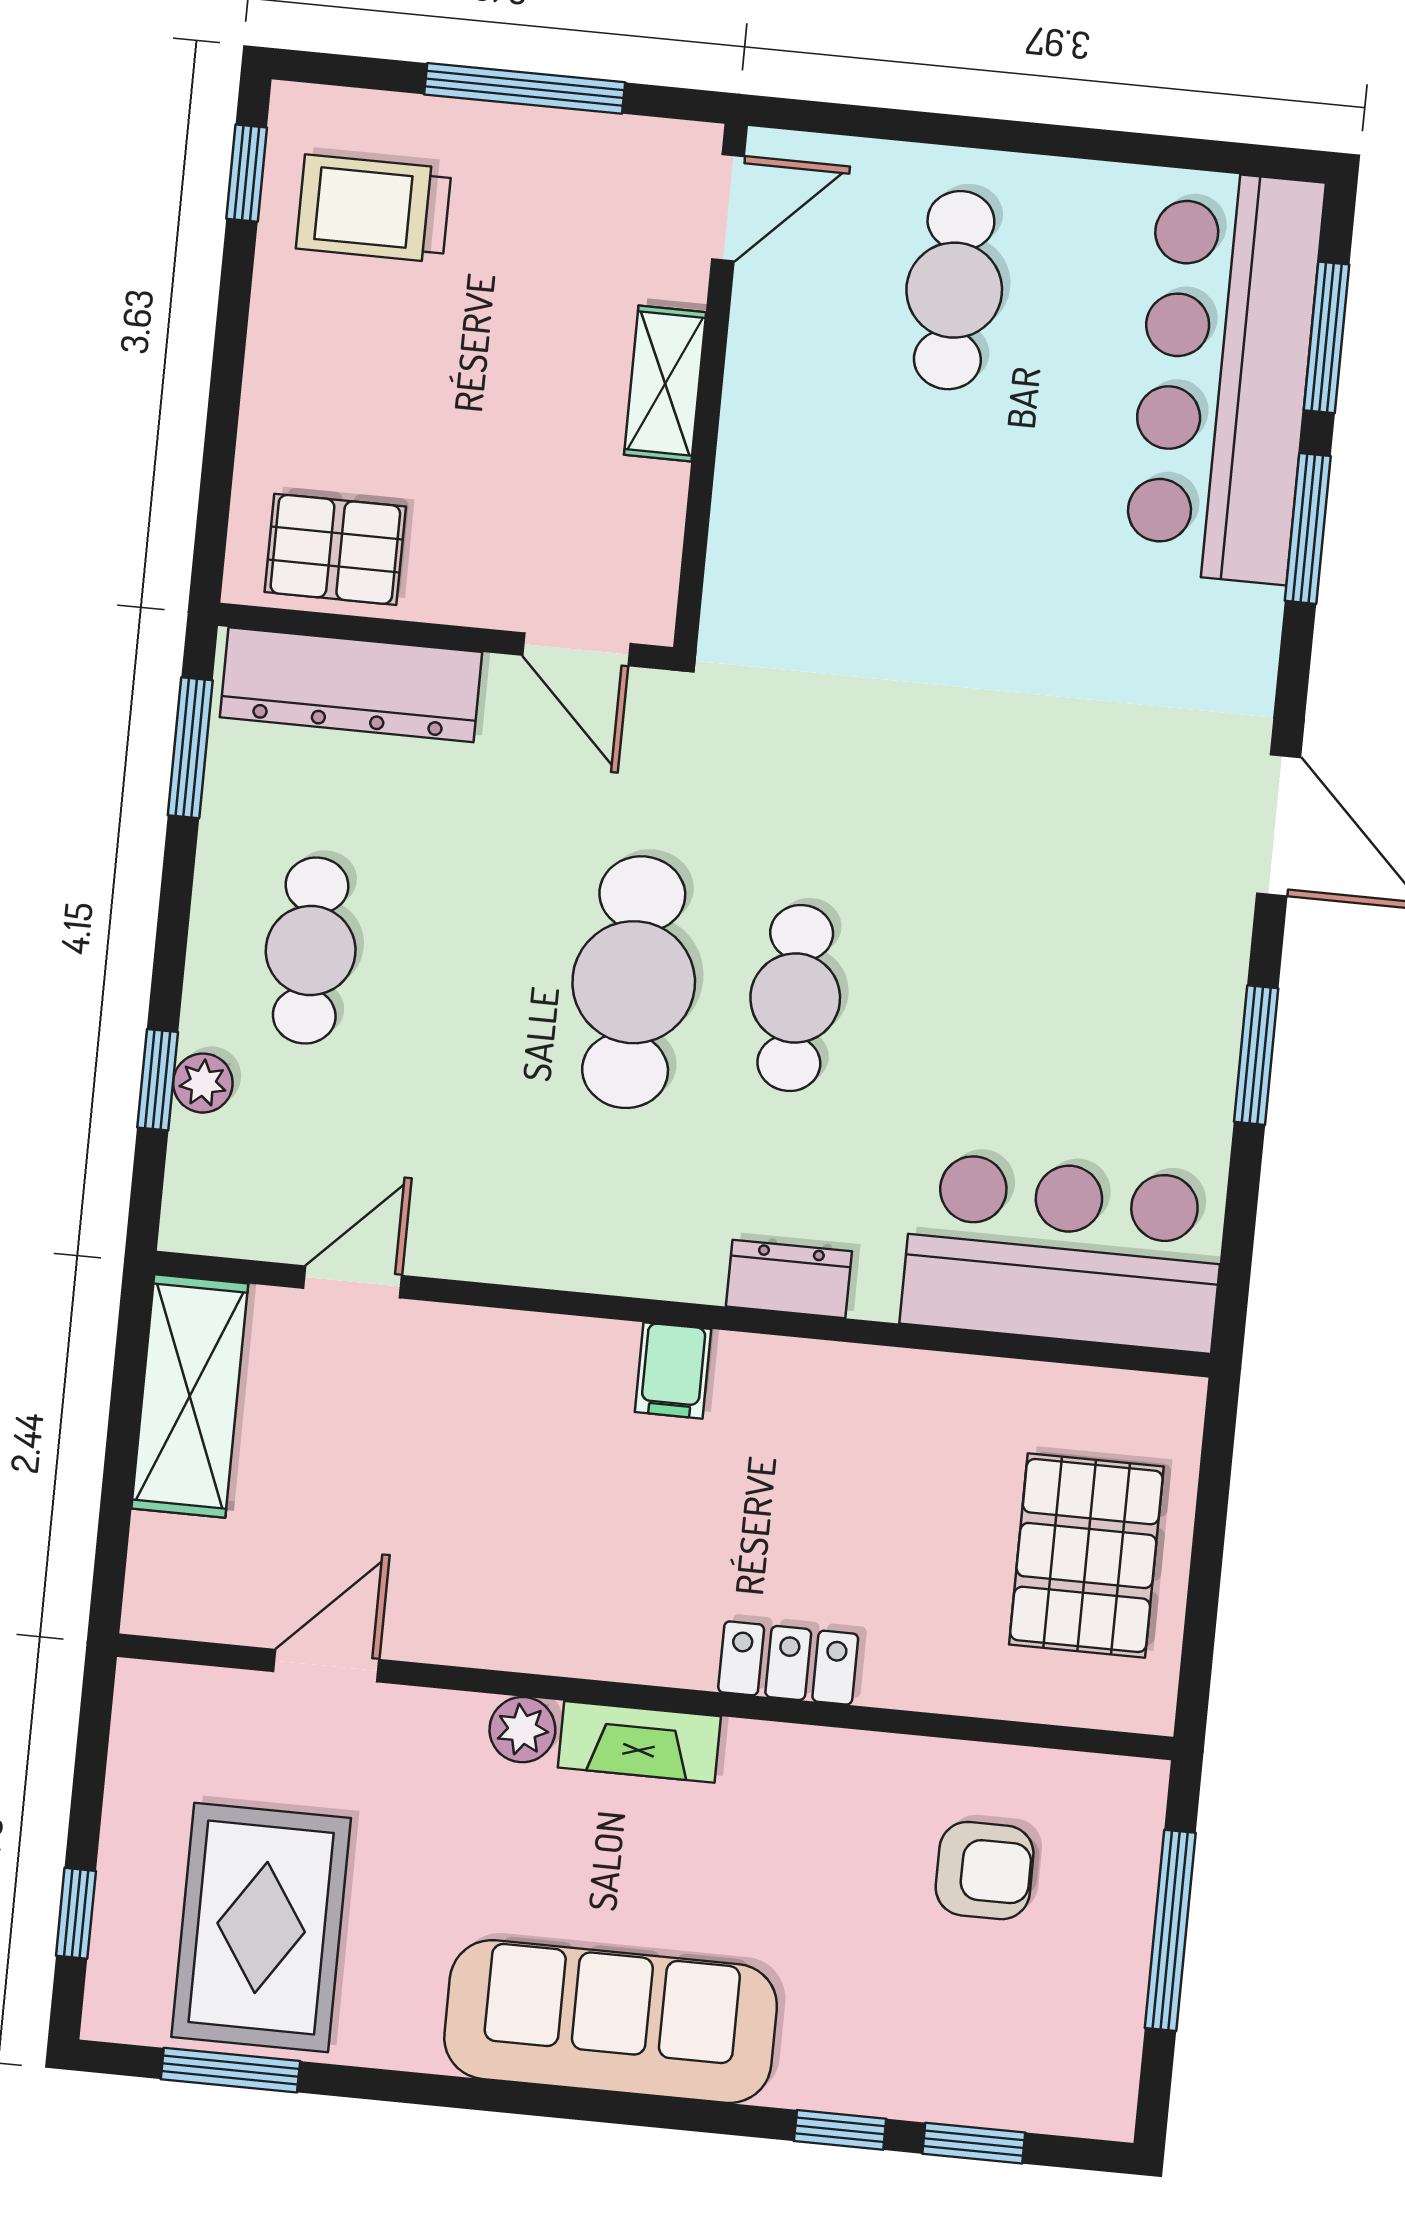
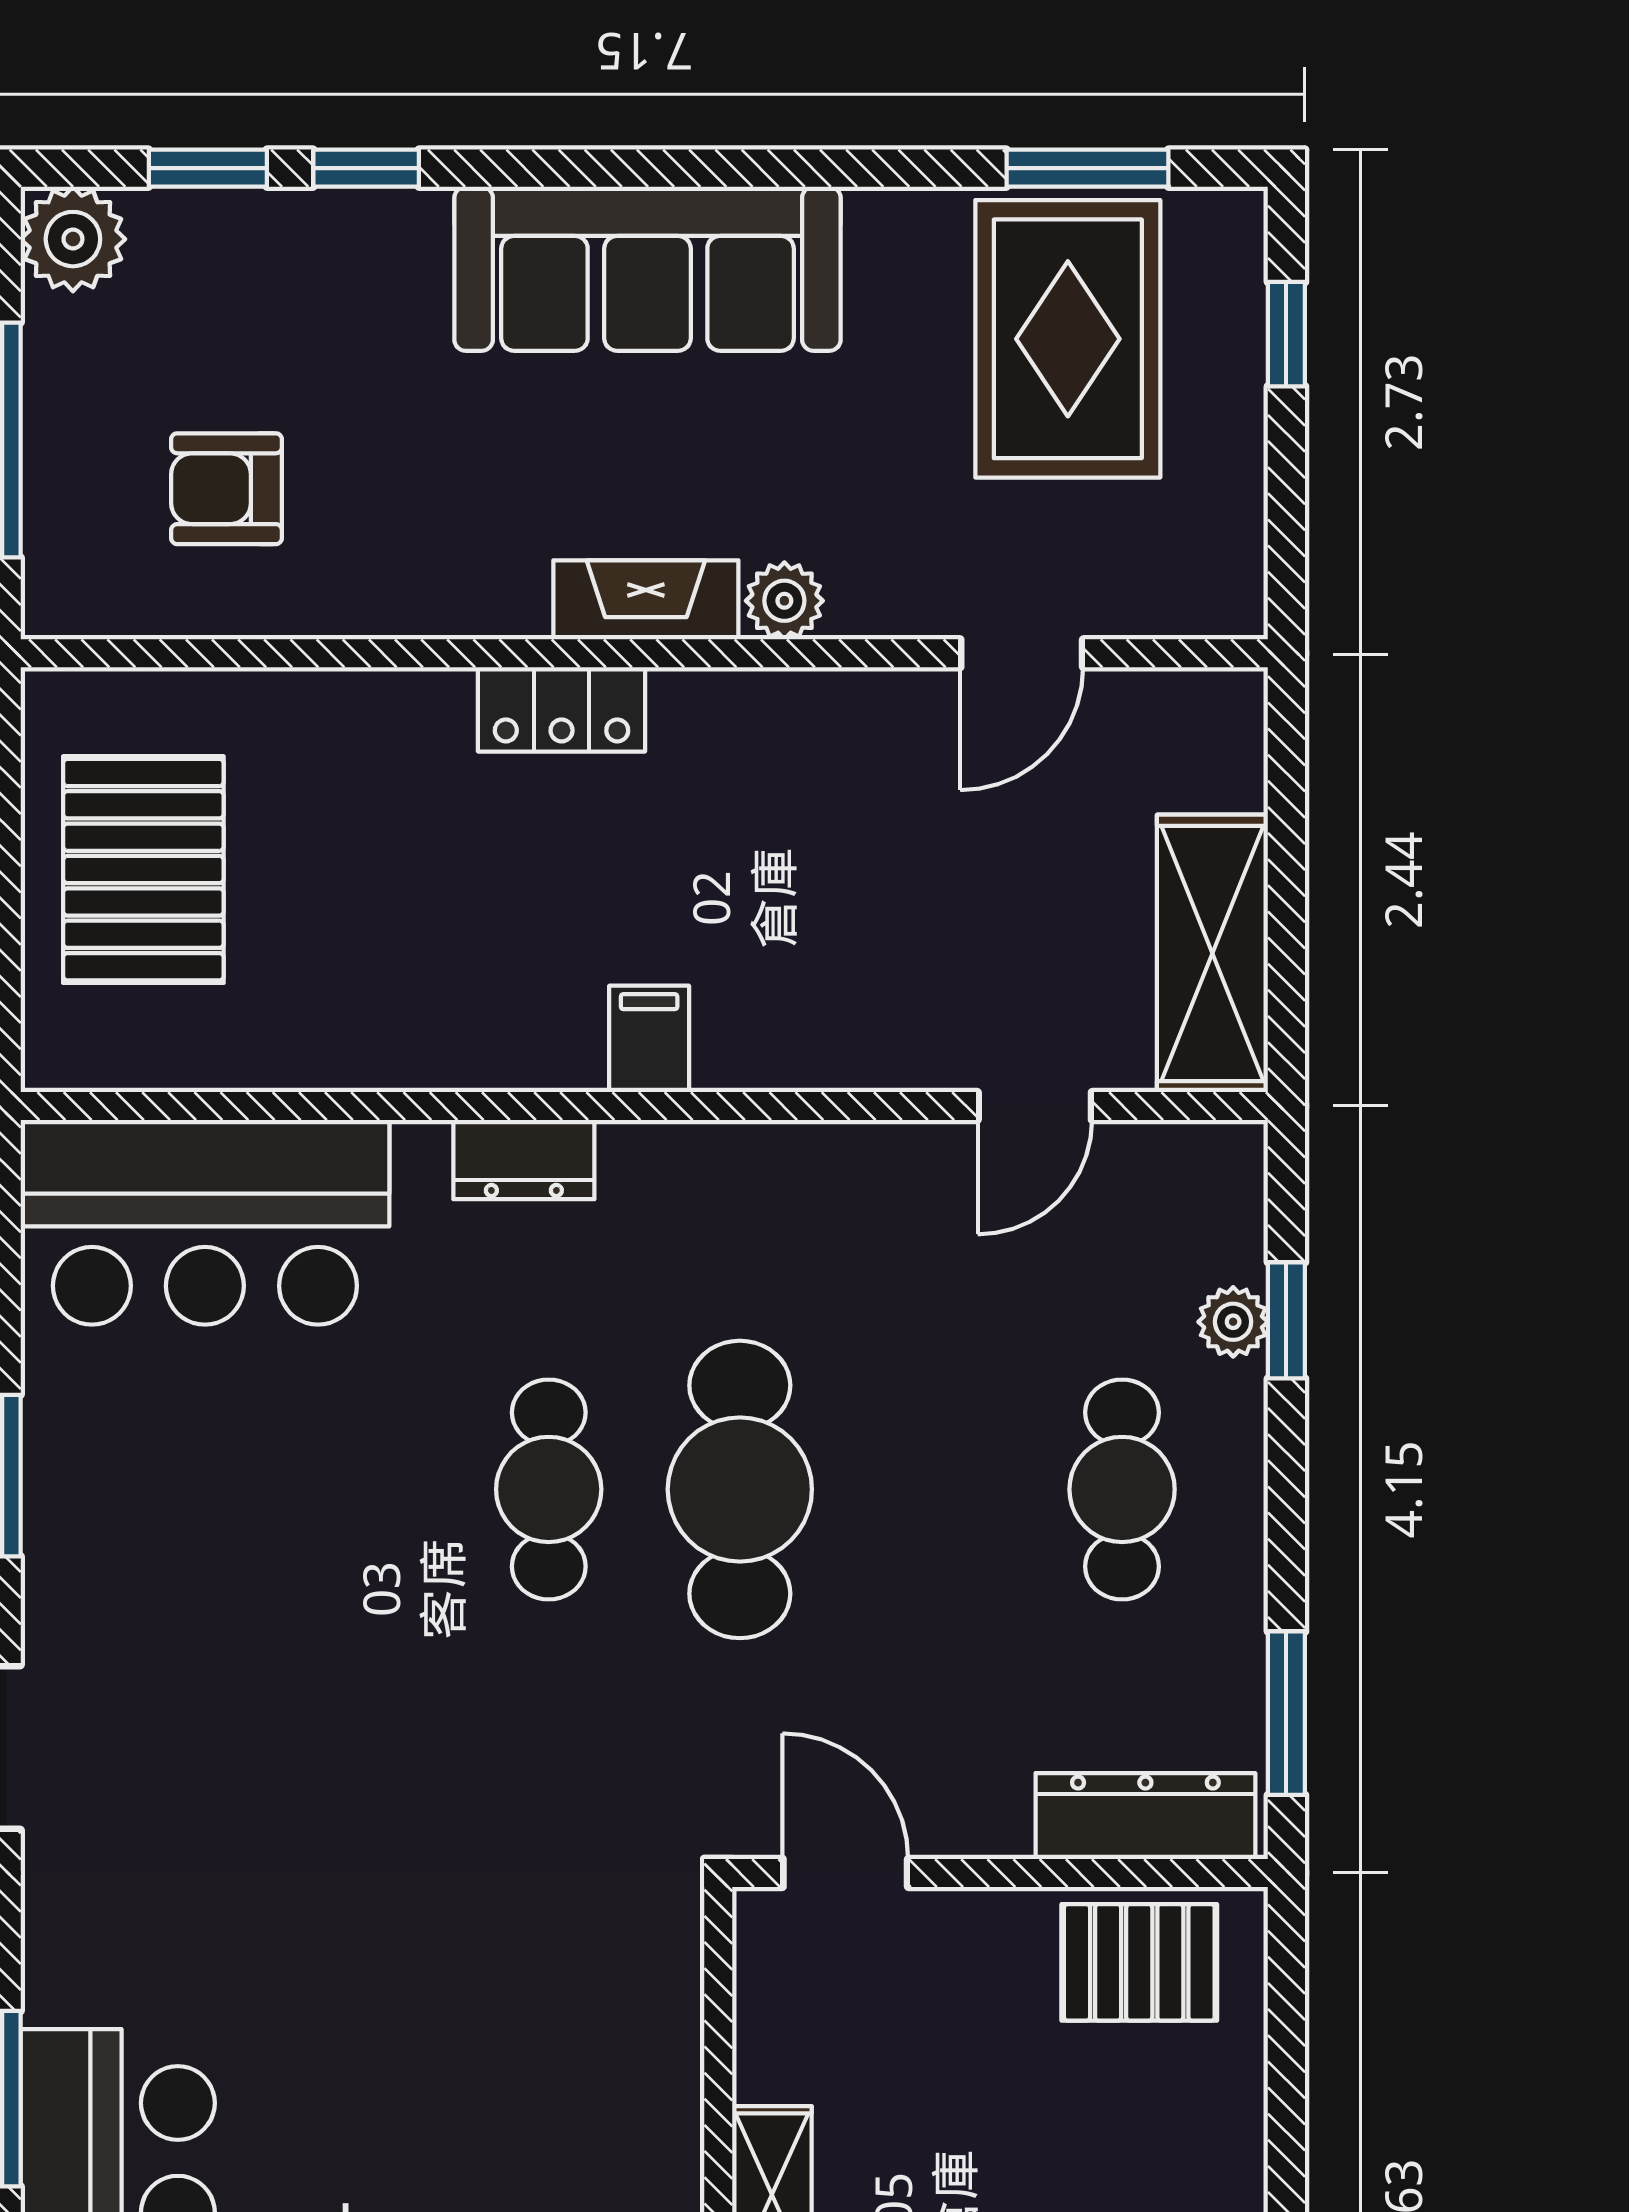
dresser: (351, 685) -> (1145, 1816), width x0.73, depth x0.80
locker: (788, 1663) -> (562, 709), moved
plant: (1094, 2094) -> (73, 239), added

